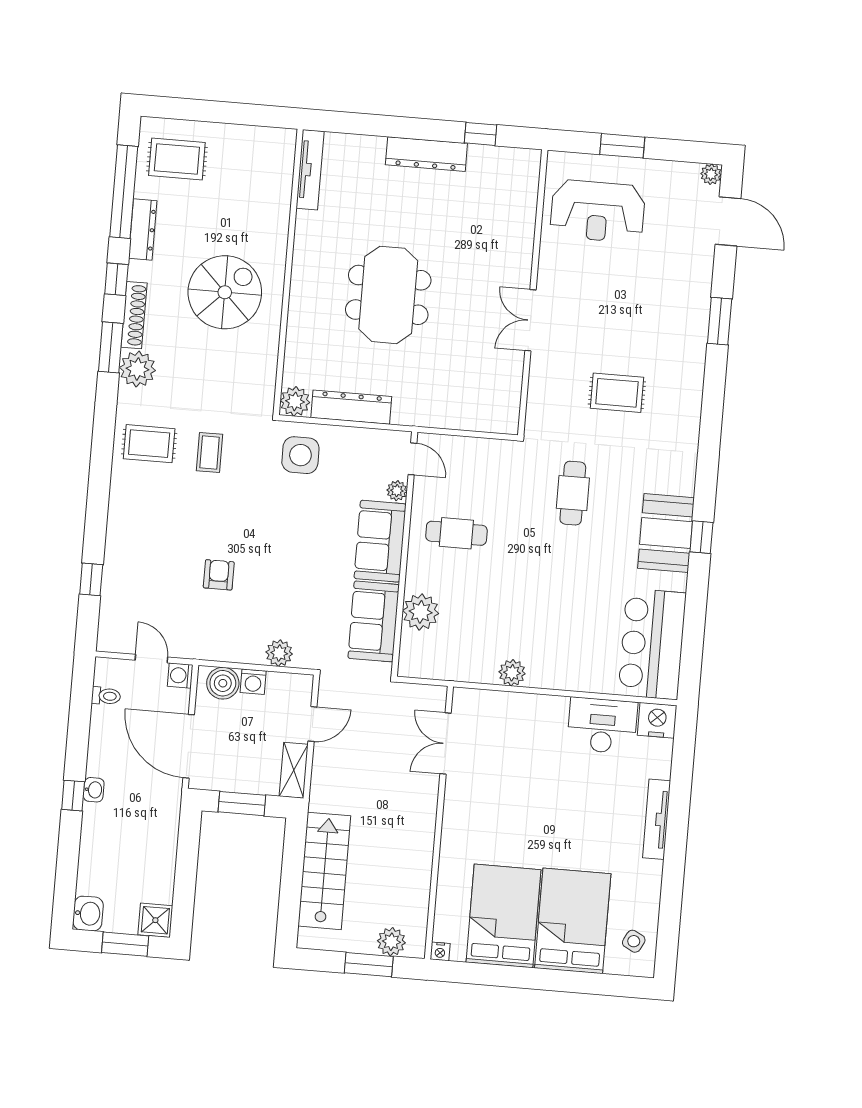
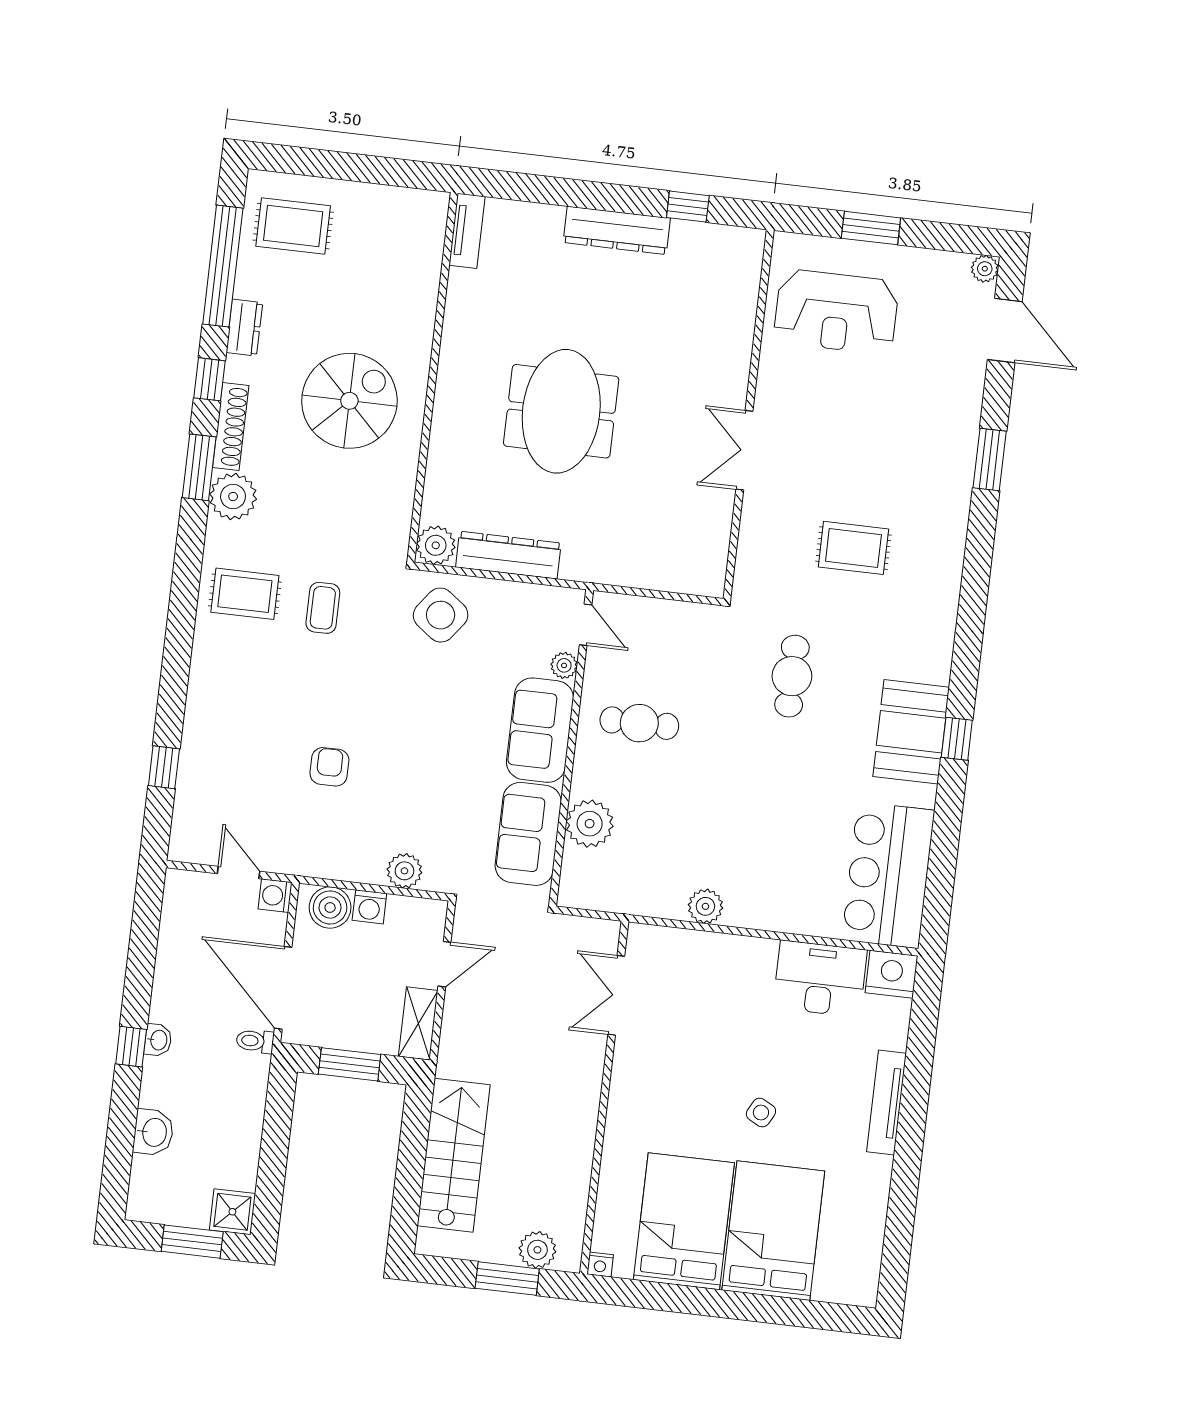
tv unit: (310, 170) -> (467, 231), width x0.71
dresser: (143, 229) -> (244, 328), width x0.70
side table: (300, 455) -> (441, 615), turned 37
toilet: (106, 696) -> (255, 1041), moved, turned 180
washbasin: (88, 914) -> (153, 1132), moved
side table: (634, 941) -> (761, 1113), moved

